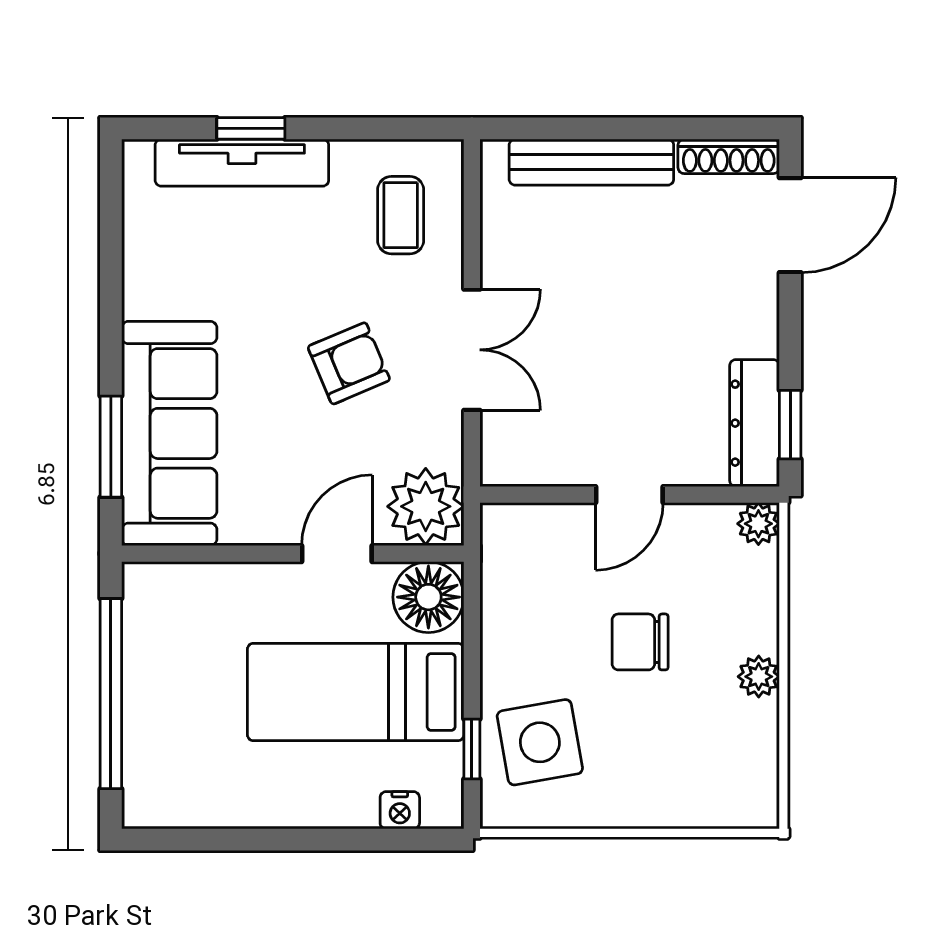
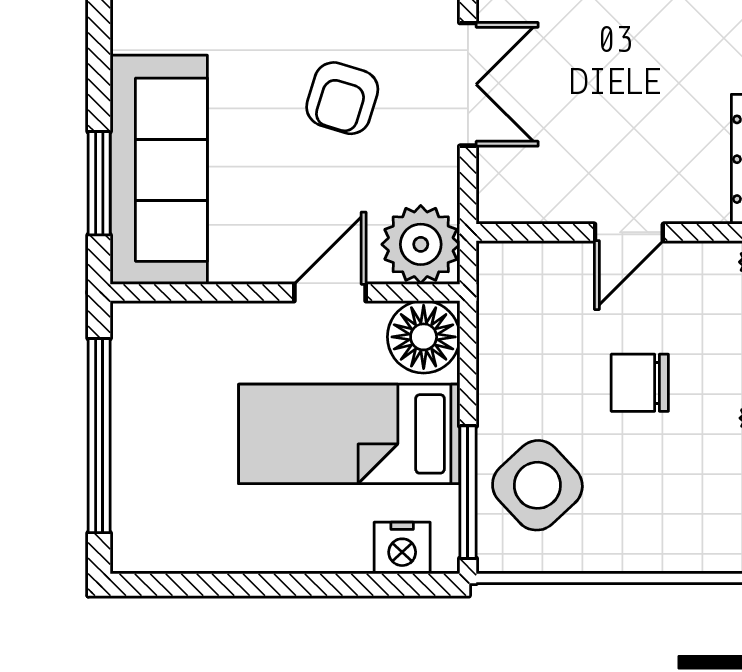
armchair: (349, 363) -> (342, 98), turned 130
side table: (540, 742) -> (537, 485), turned -33
window: (472, 749) -> (468, 492), width x2.17
nightstand: (400, 810) -> (402, 548), width x1.39, depth x1.35

